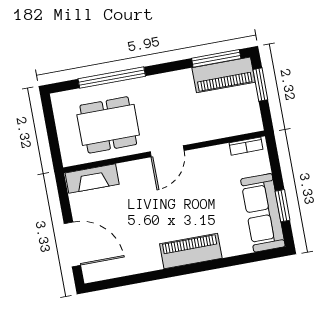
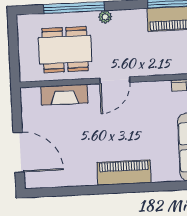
plant: (147, 83) -> (105, 17), added
fireplace: (92, 179) -> (64, 95), moved

